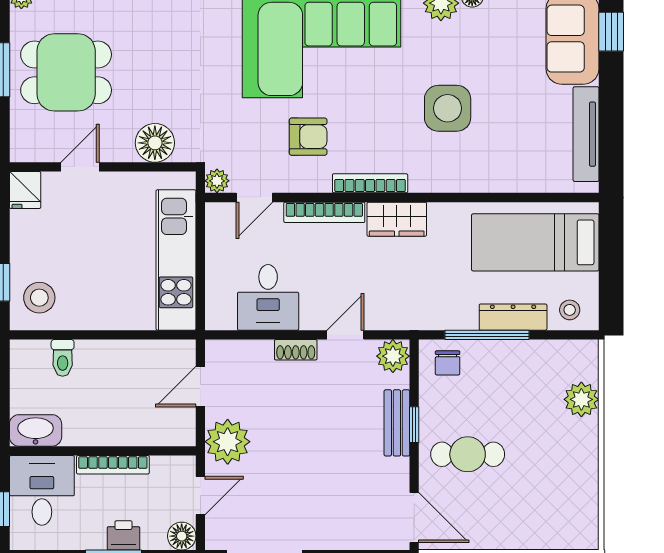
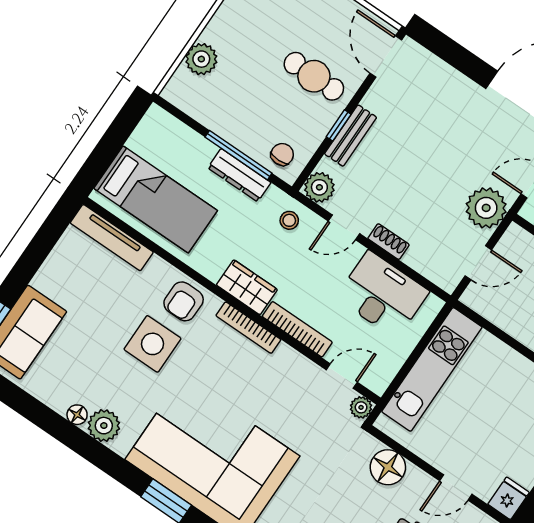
tv unit: (586, 134) -> (112, 238), moved, turned 90
armchair: (308, 137) -> (184, 301), moved, turned -90
desk: (268, 297) -> (382, 295), width x1.37
stool: (570, 310) -> (289, 220), moved
dresser: (513, 317) -> (239, 175), moved

